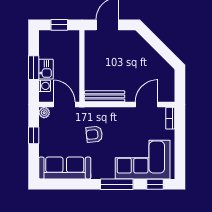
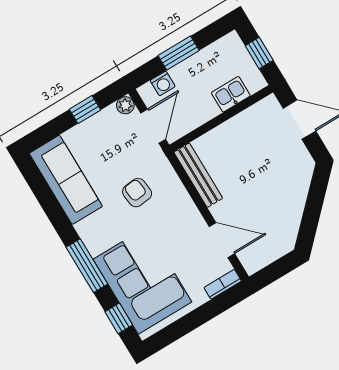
kitchen sink: (46, 69) -> (231, 94), moved, turned 180

